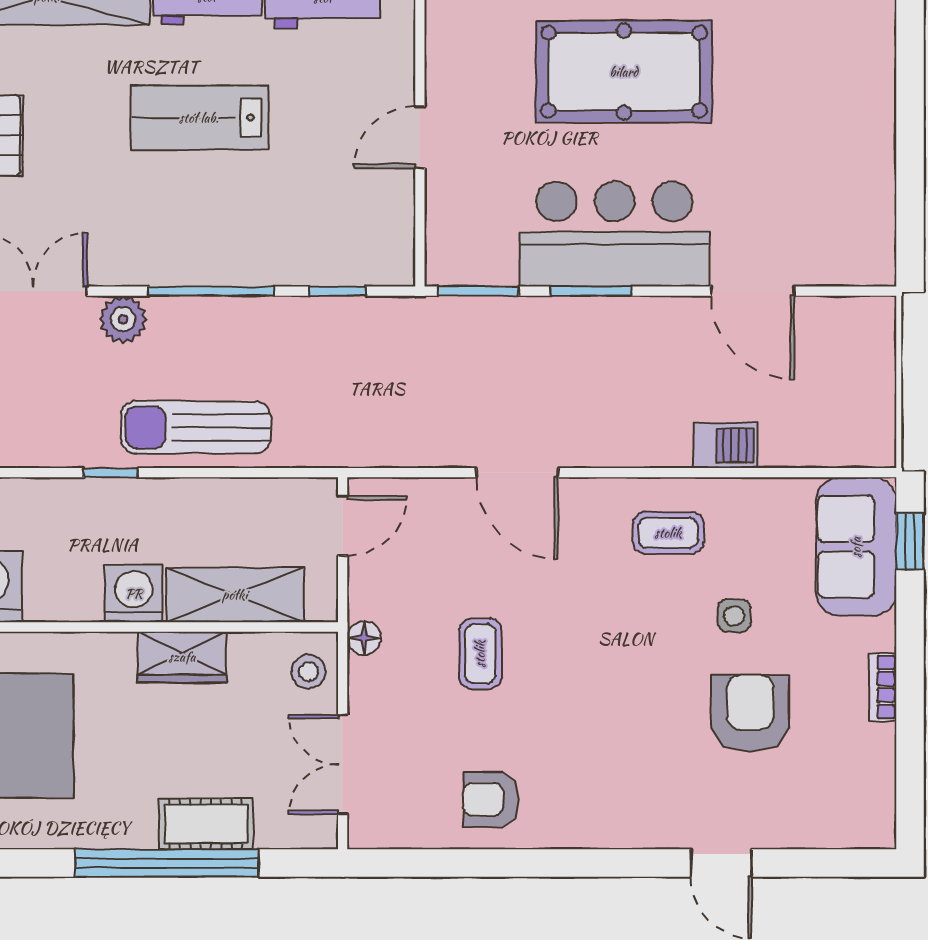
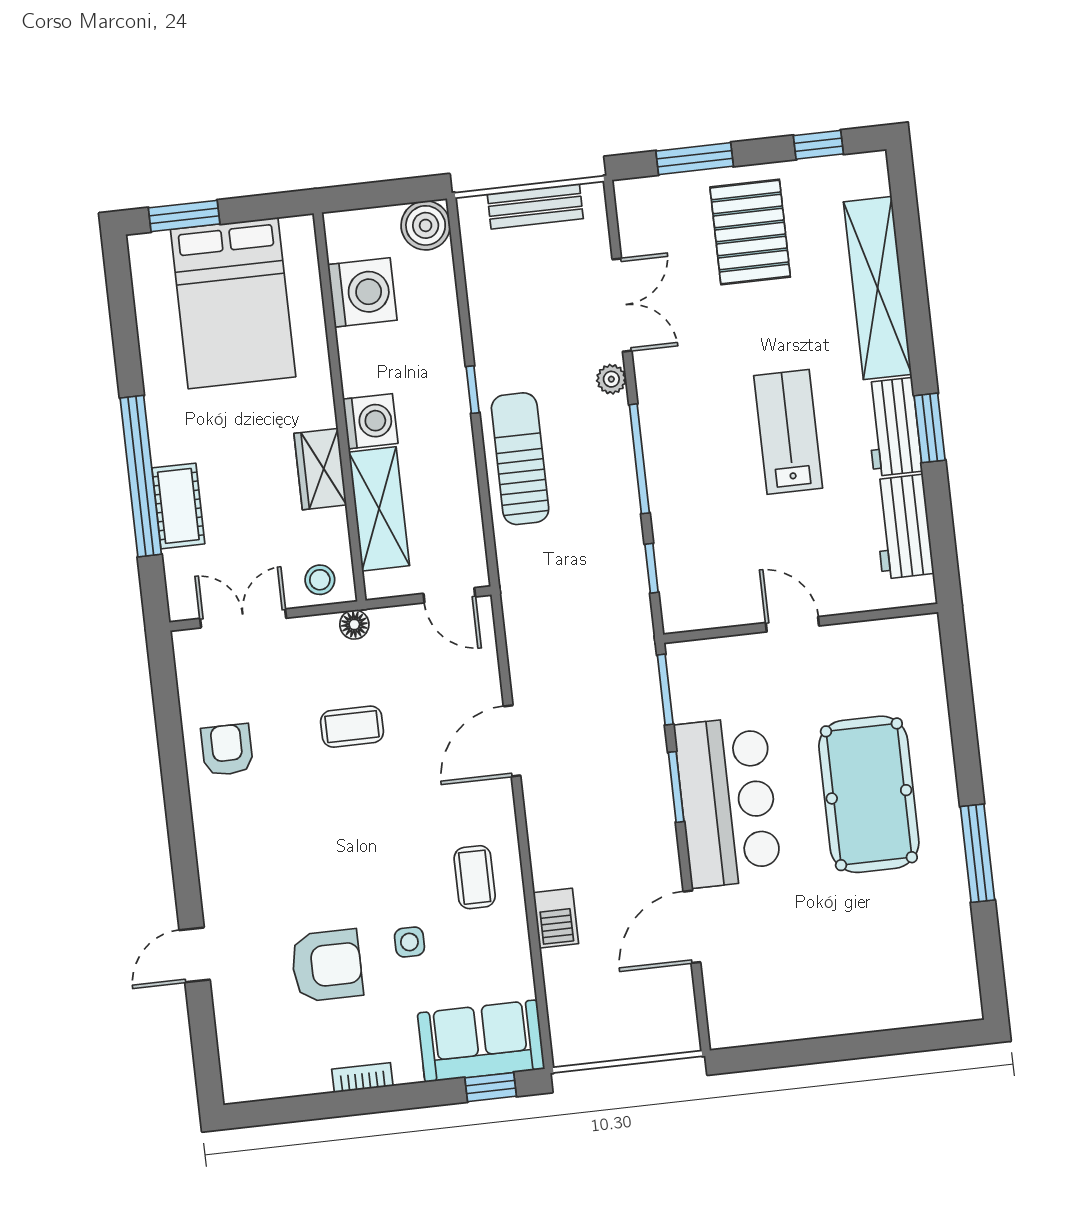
plant: (123, 319) -> (611, 379), width x0.73, depth x0.73

